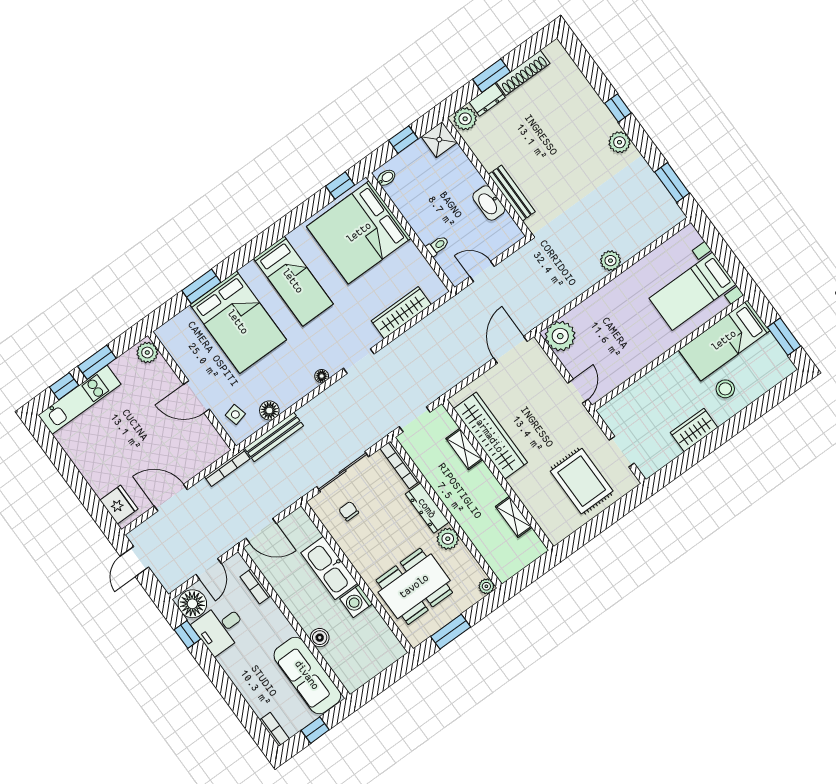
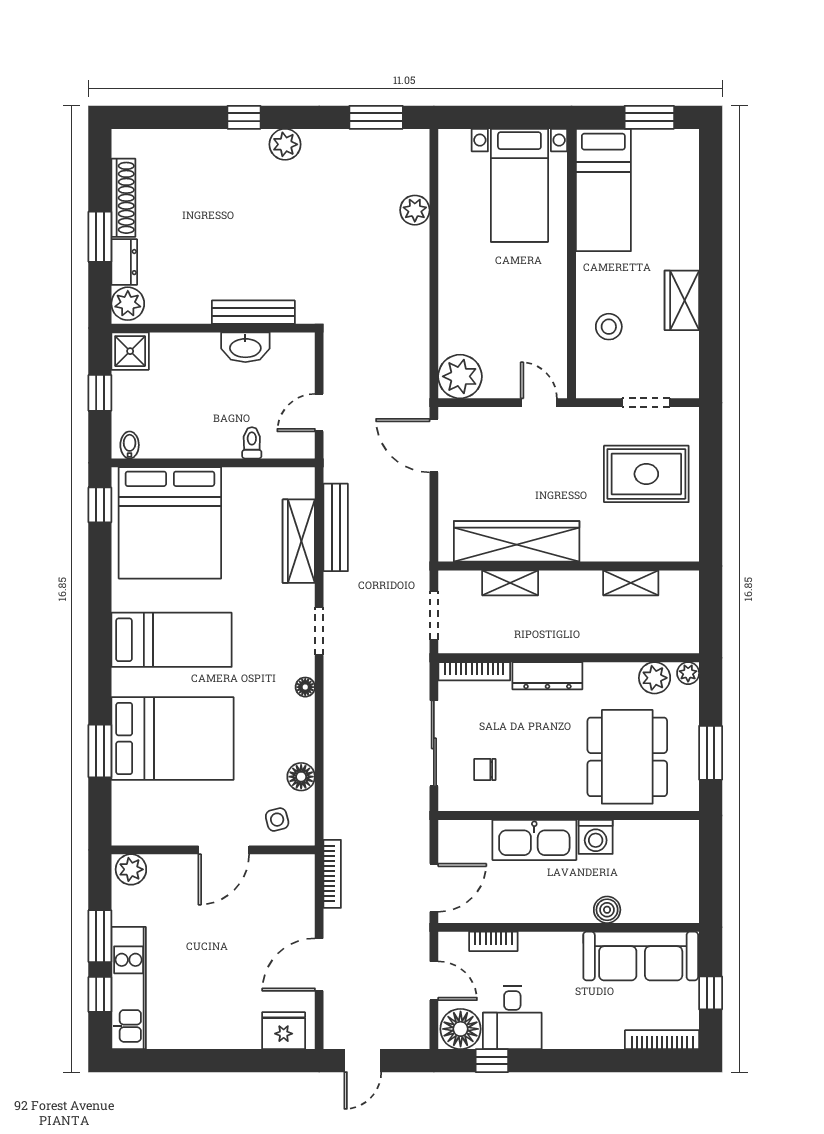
plant: (610, 261) -> (415, 210), moved
stool: (725, 389) -> (609, 327), moved
bench: (274, 437) -> (336, 527), moved
plant: (448, 539) -> (655, 678), moved
door: (134, 562) -> (363, 1061), hinge flipped
bookcase: (274, 729) -> (662, 1040), width x1.56

